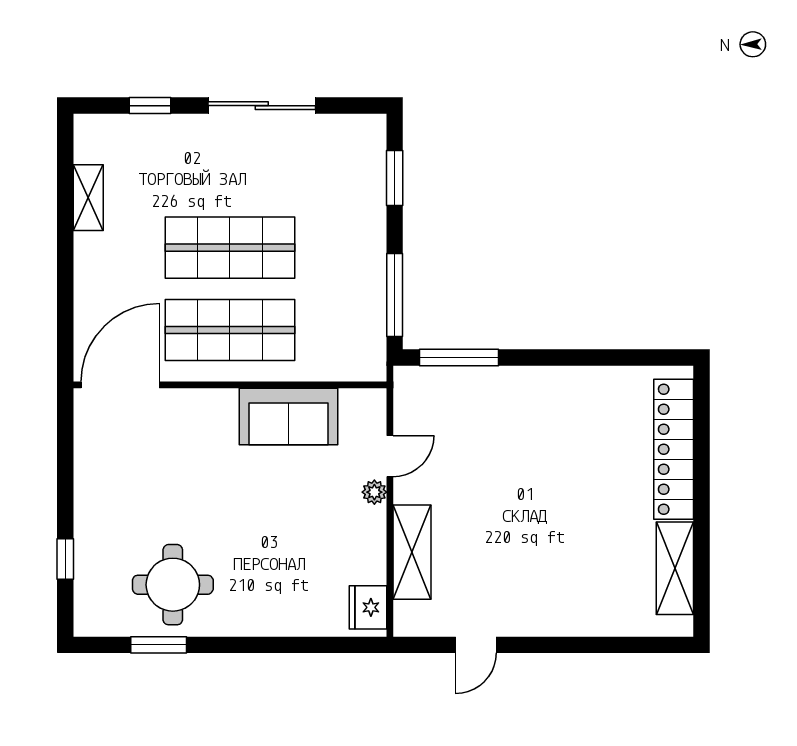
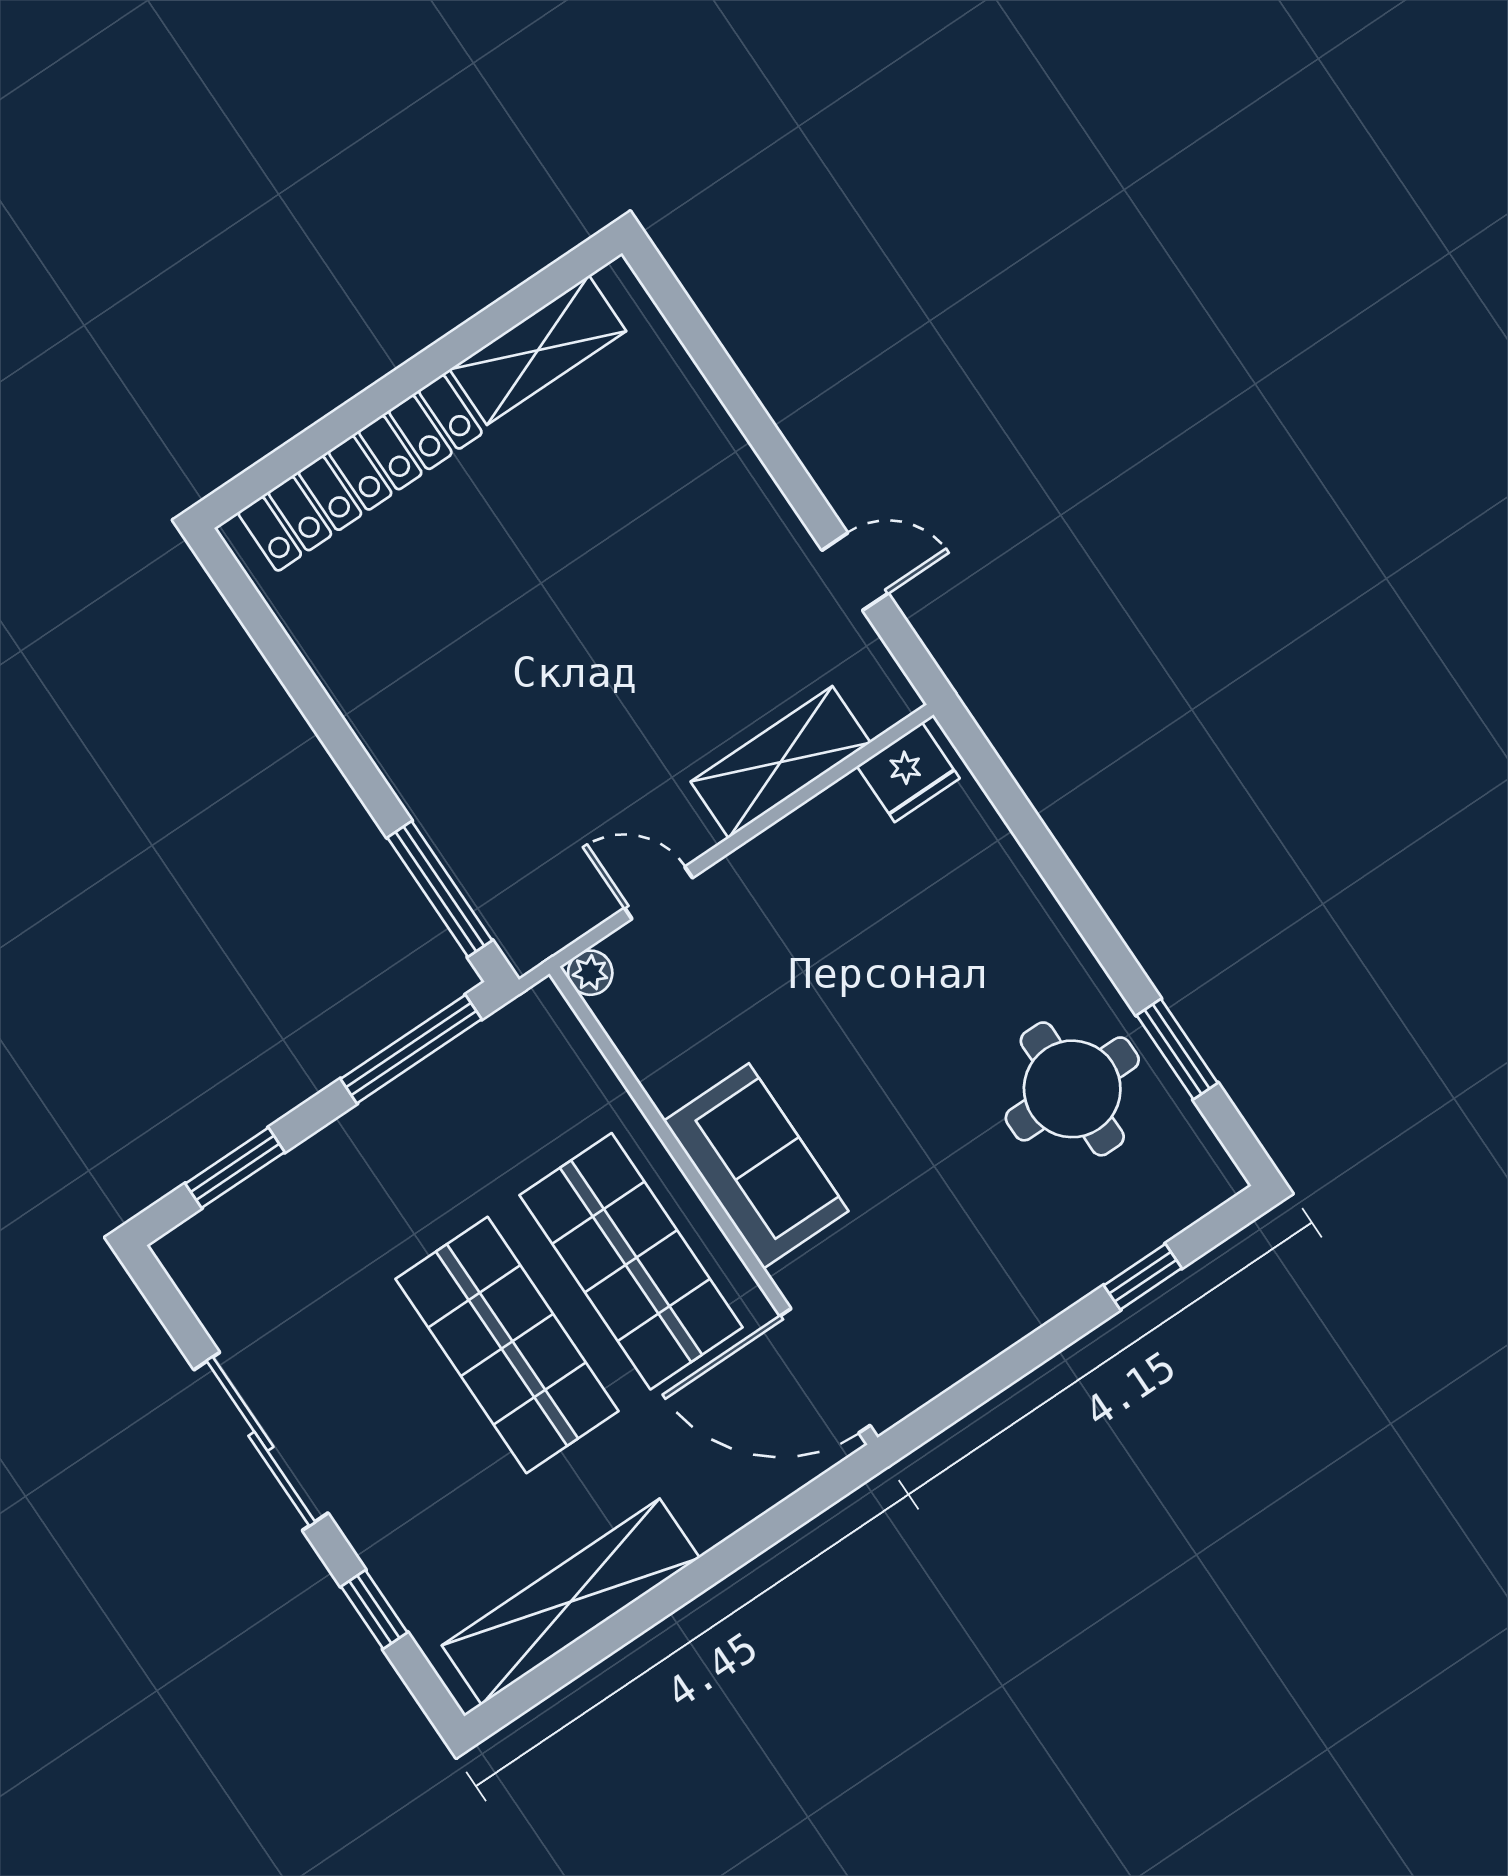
shelving: (88, 198) -> (571, 1602), width x2.20, depth x1.33
sofa: (288, 417) -> (756, 1166), moved
plant: (374, 492) -> (590, 973), moved

